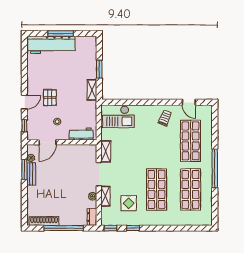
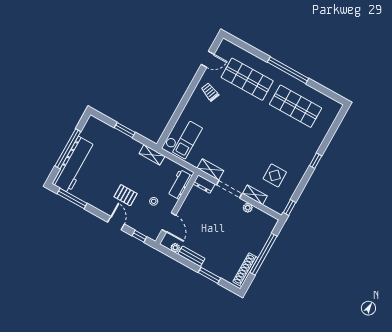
window: (61, 34) -> (68, 149), width x1.46
window: (24, 58) -> (72, 199), added
shelving: (92, 90) -> (152, 155), moved
window: (24, 169) -> (209, 275), moved
shop shelf: (157, 189) -> (277, 140), removed
dresser: (92, 217) -> (204, 184), moved
window: (133, 228) -> (316, 161), moved

